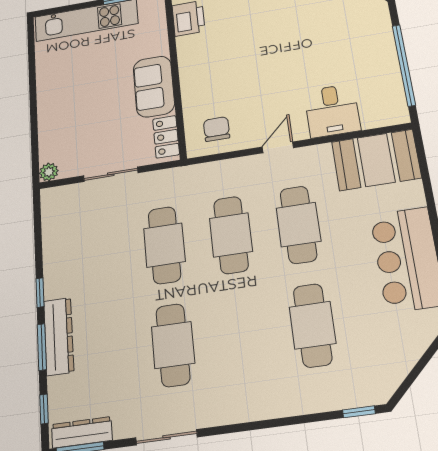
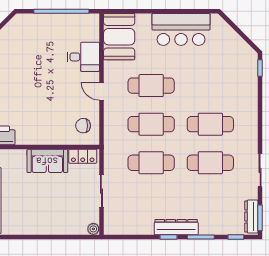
cafe table: (313, 325) -> (210, 124), moved
dresser: (59, 336) -> (176, 227), moved

